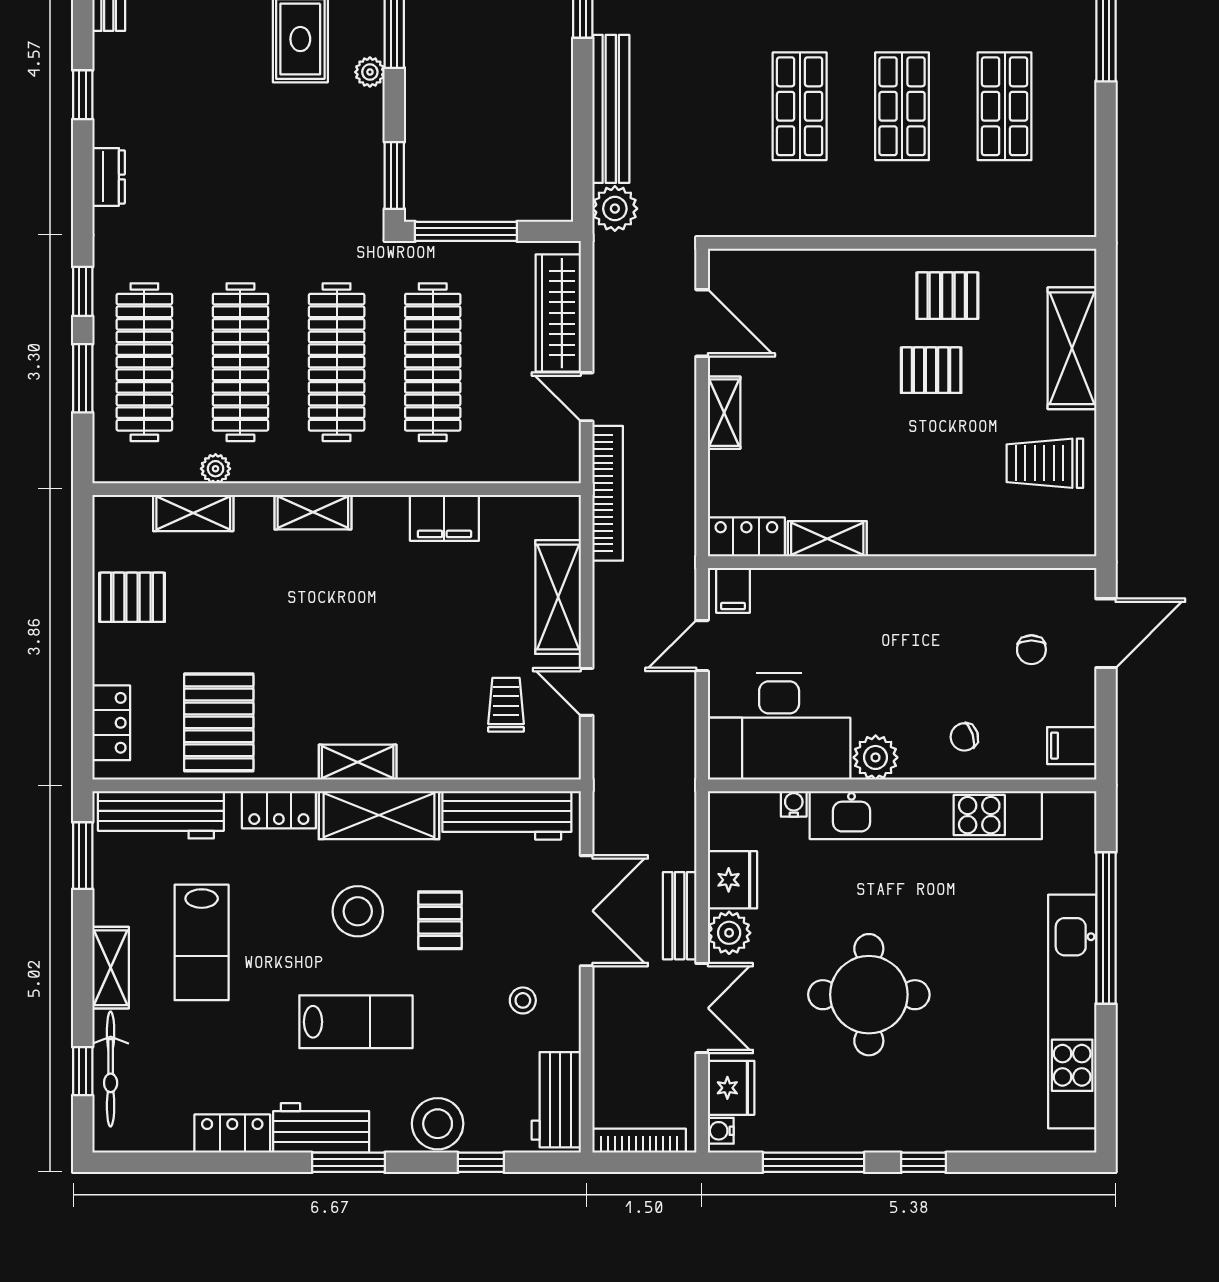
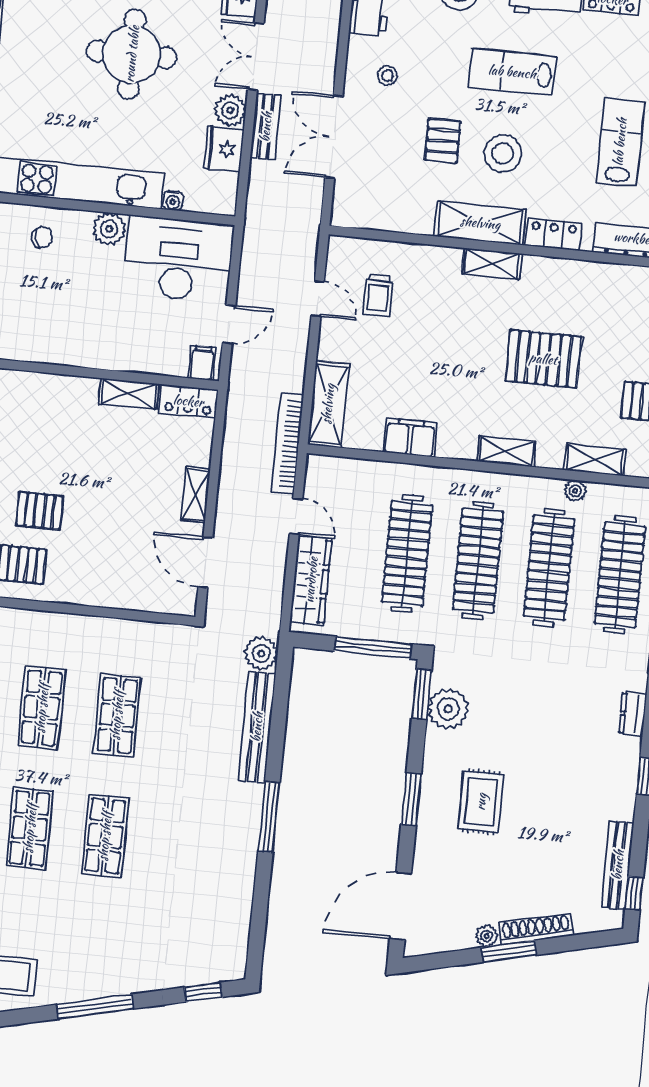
plant: (370, 72) -> (448, 709), moved, width x1.88, depth x1.88
shelving: (558, 597) -> (328, 404), moved
pallet: (219, 722) -> (543, 359), moved, turned 90
workbench: (507, 815) -> (386, 213), removed

